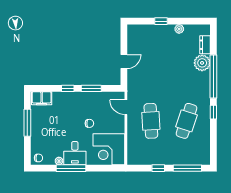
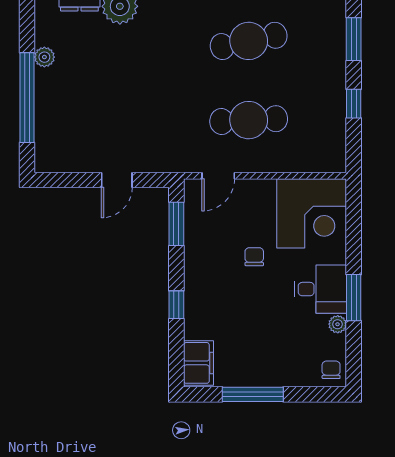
window: (161, 21) -> (27, 98), width x3.17
door: (124, 62) -> (117, 180), swing flipped
window: (91, 88) -> (176, 224), moved
cafe table: (187, 121) -> (249, 41), turned -30
window: (71, 168) -> (354, 298), width x0.69
window: (187, 168) -> (354, 39), width x0.69

